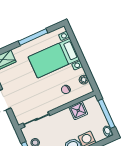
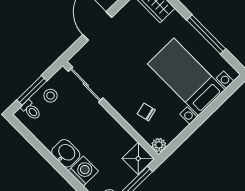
plant: (84, 80) -> (159, 145), moved
shower: (78, 110) -> (138, 158), moved

